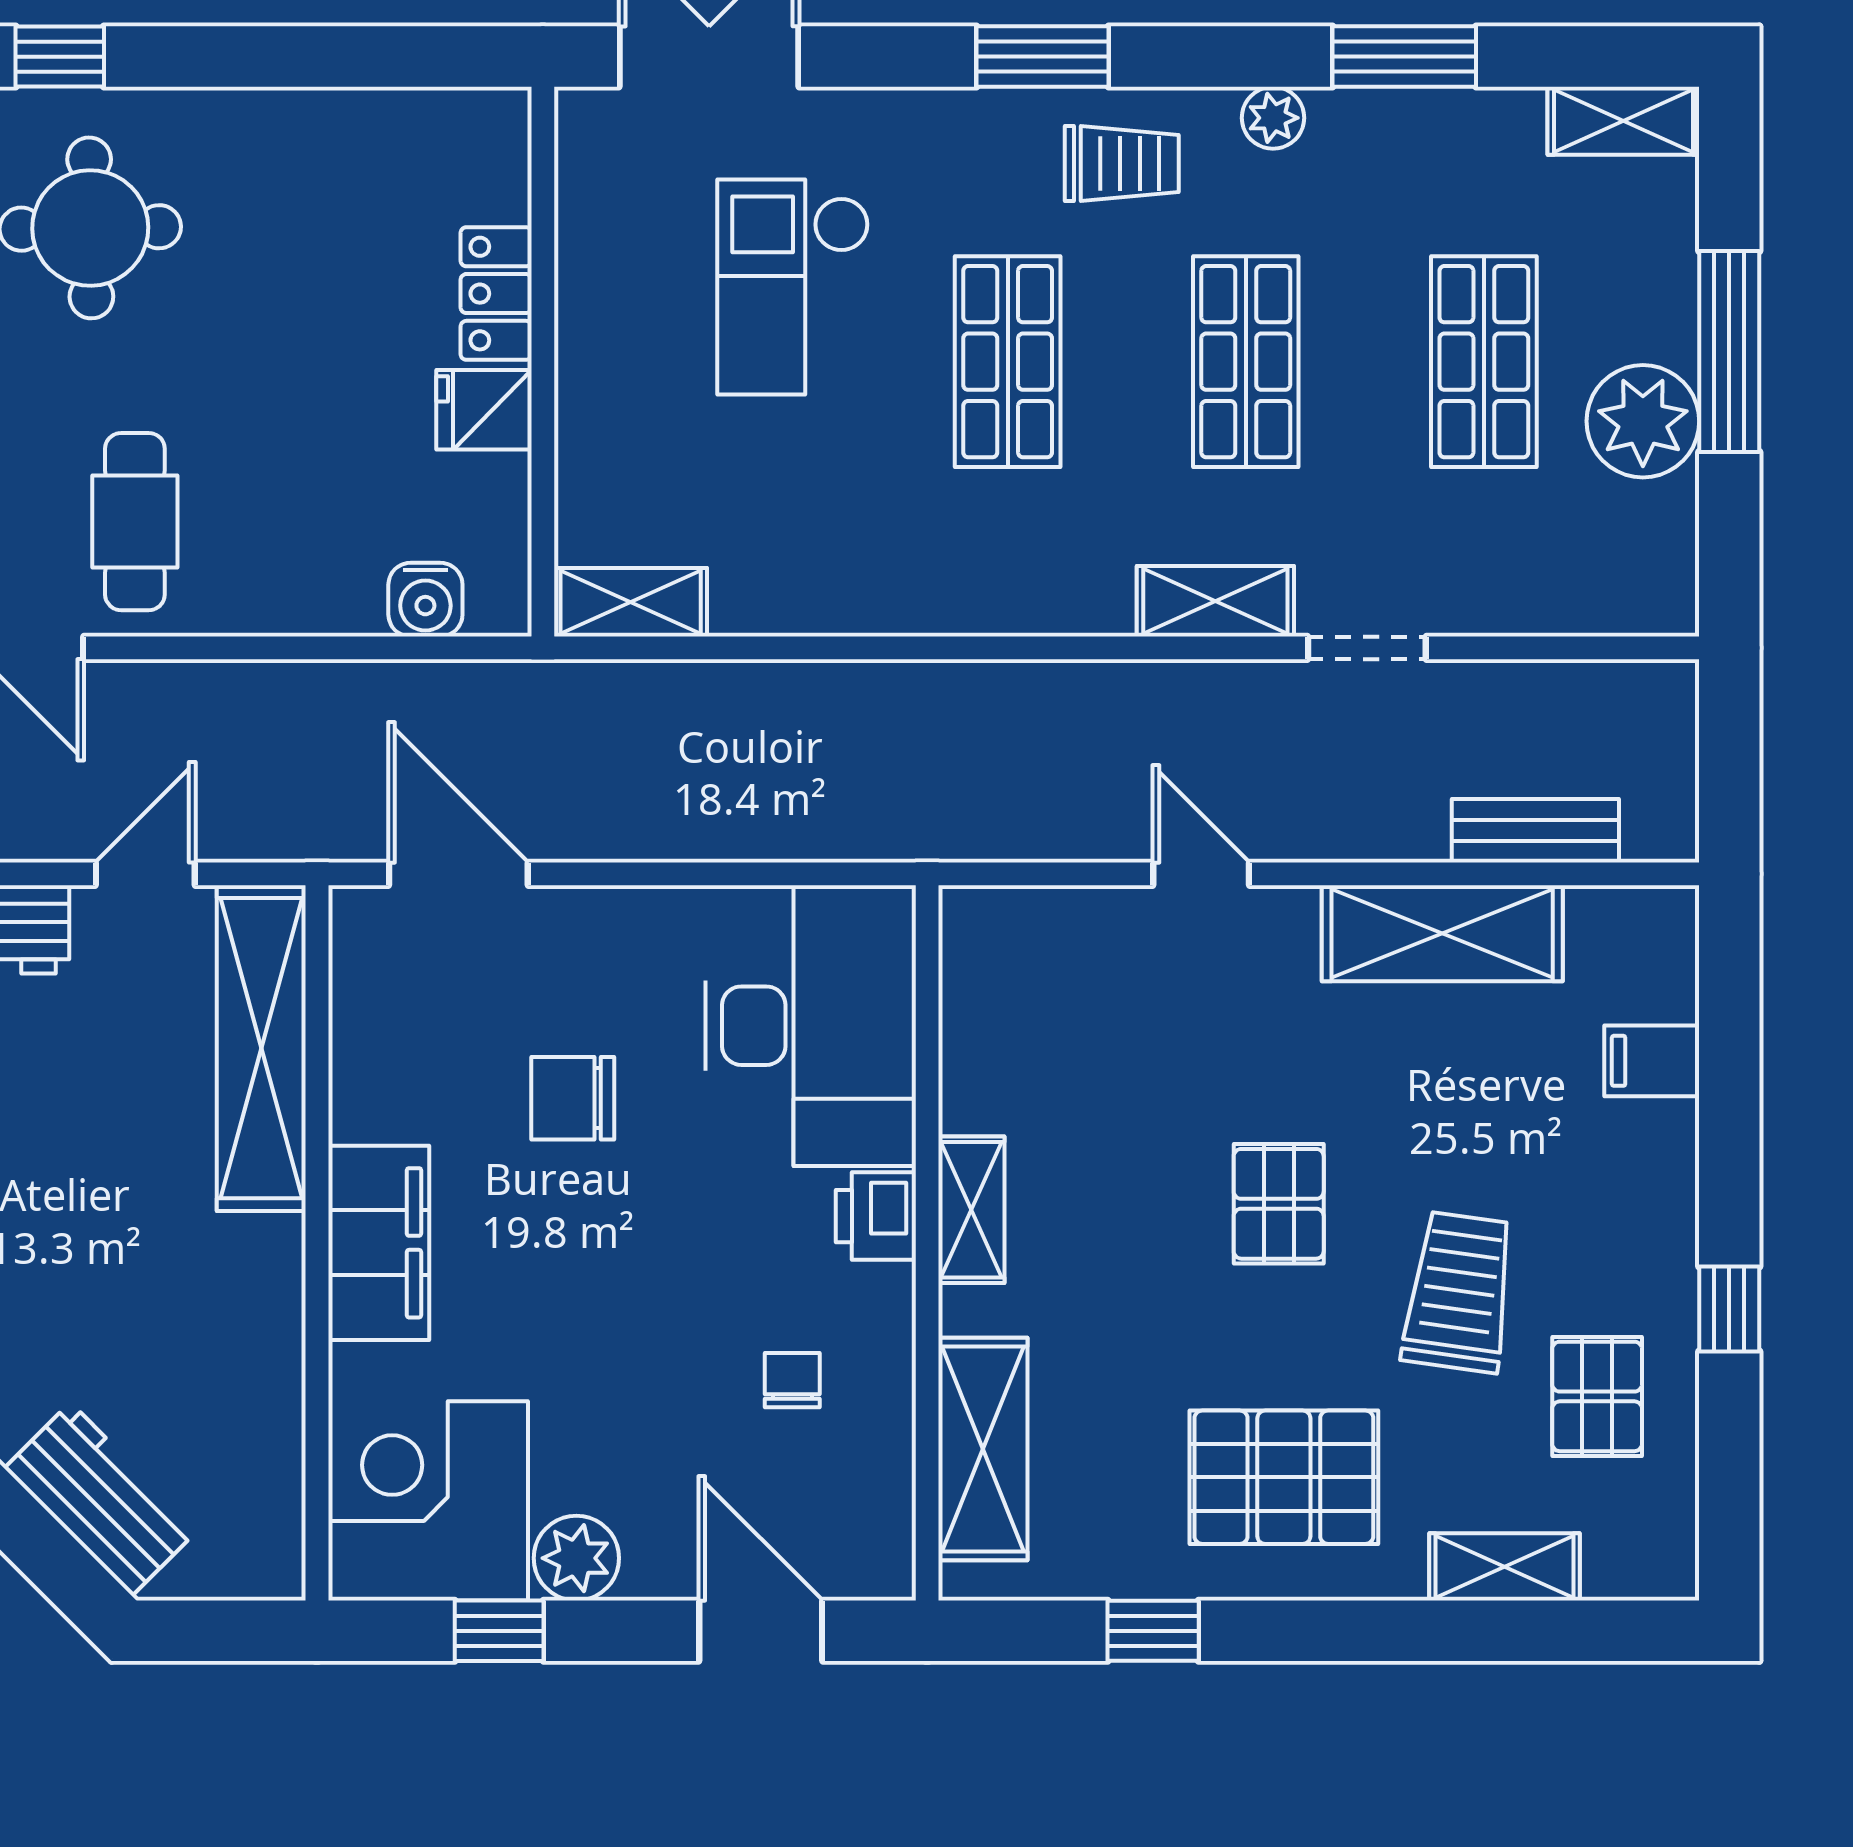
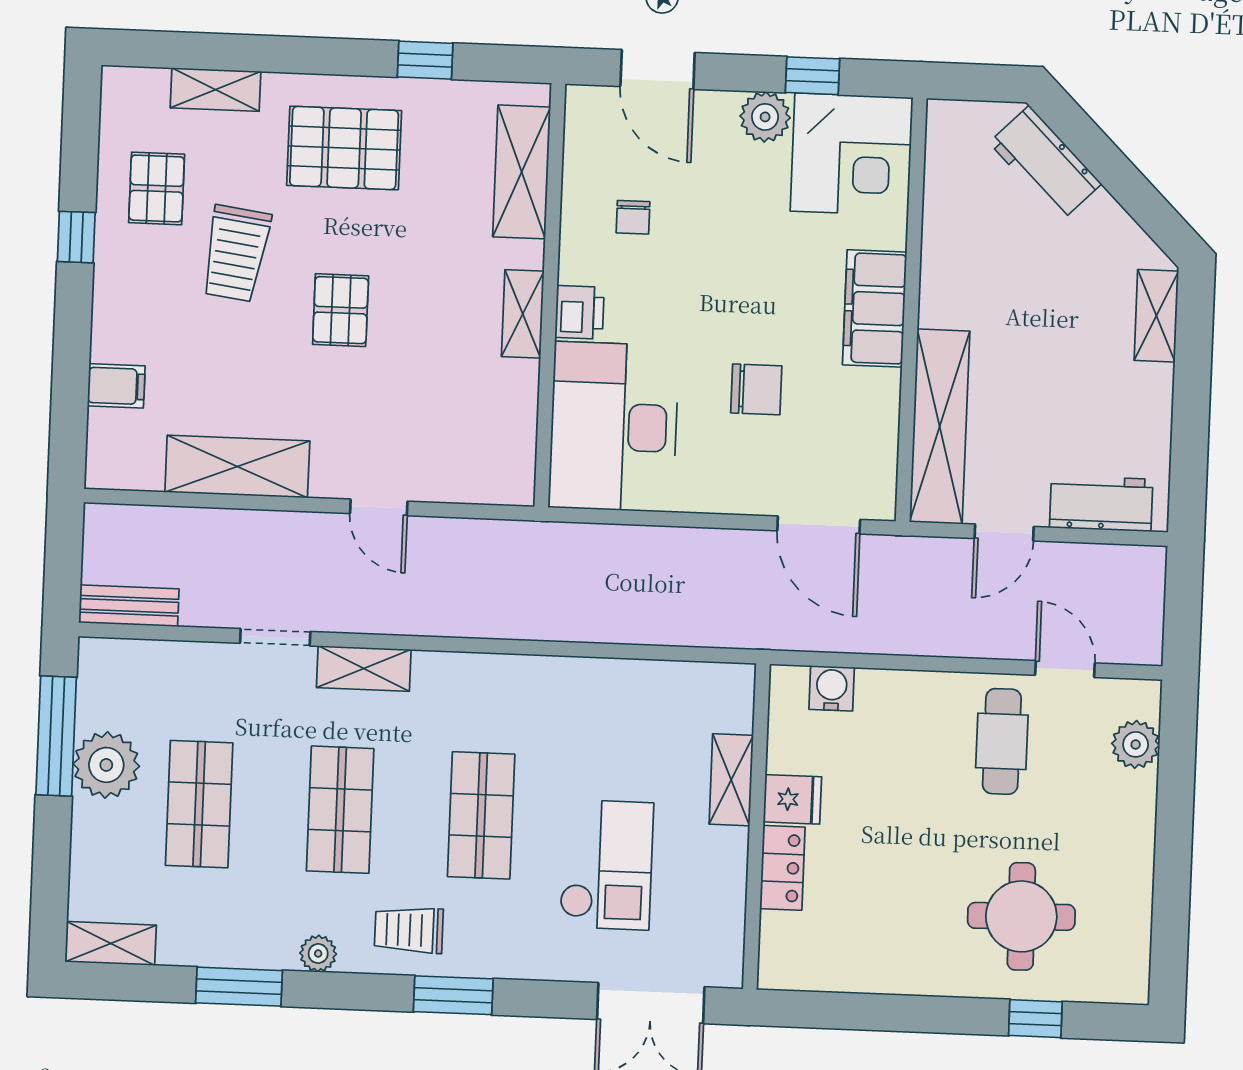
window: (1729, 352) -> (56, 736), moved
shelving: (631, 602) -> (731, 780), moved, turned 90
bench: (1535, 831) -> (129, 606), moved

